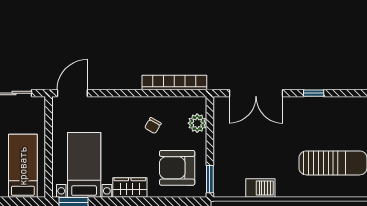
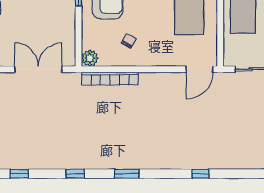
plant: (197, 123) -> (90, 58), moved

